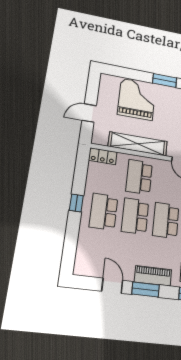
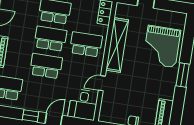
grand piano: (137, 99) -> (162, 46), turned 90

